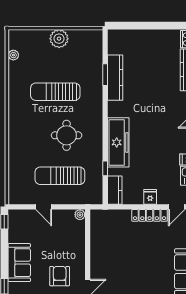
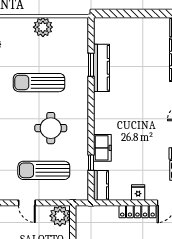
freezer: (118, 142) -> (102, 148), width x0.52, depth x0.79
plant: (80, 215) -> (60, 216), width x1.87, depth x1.87

